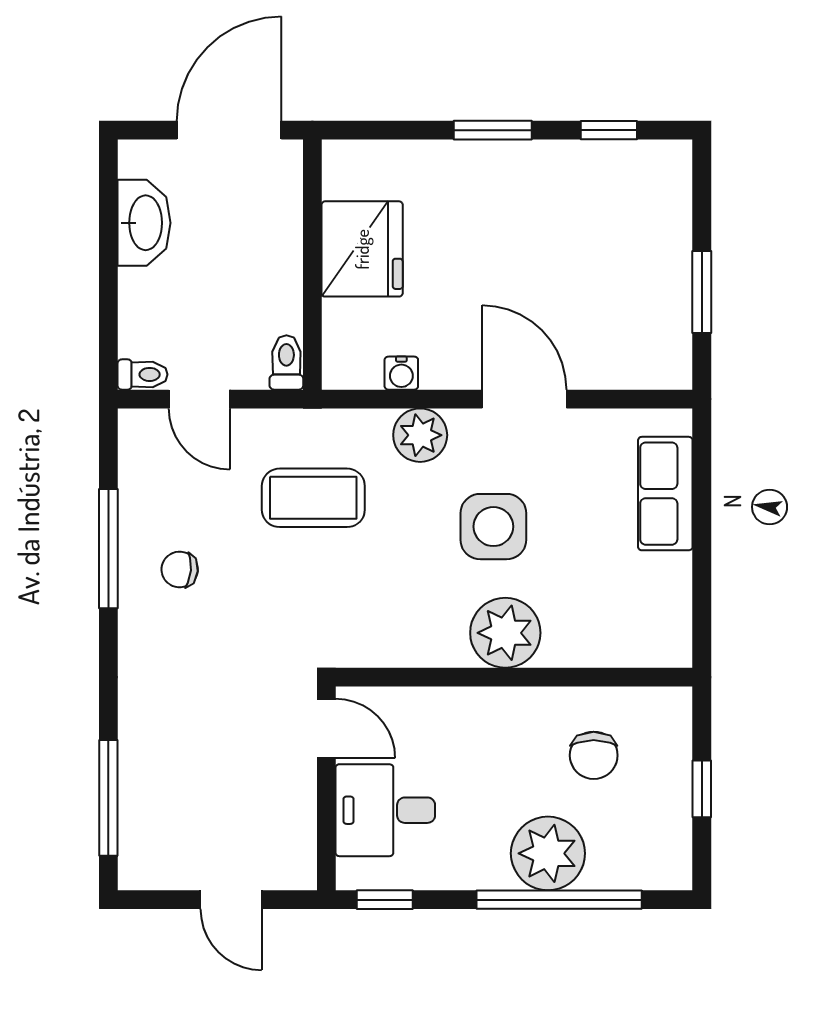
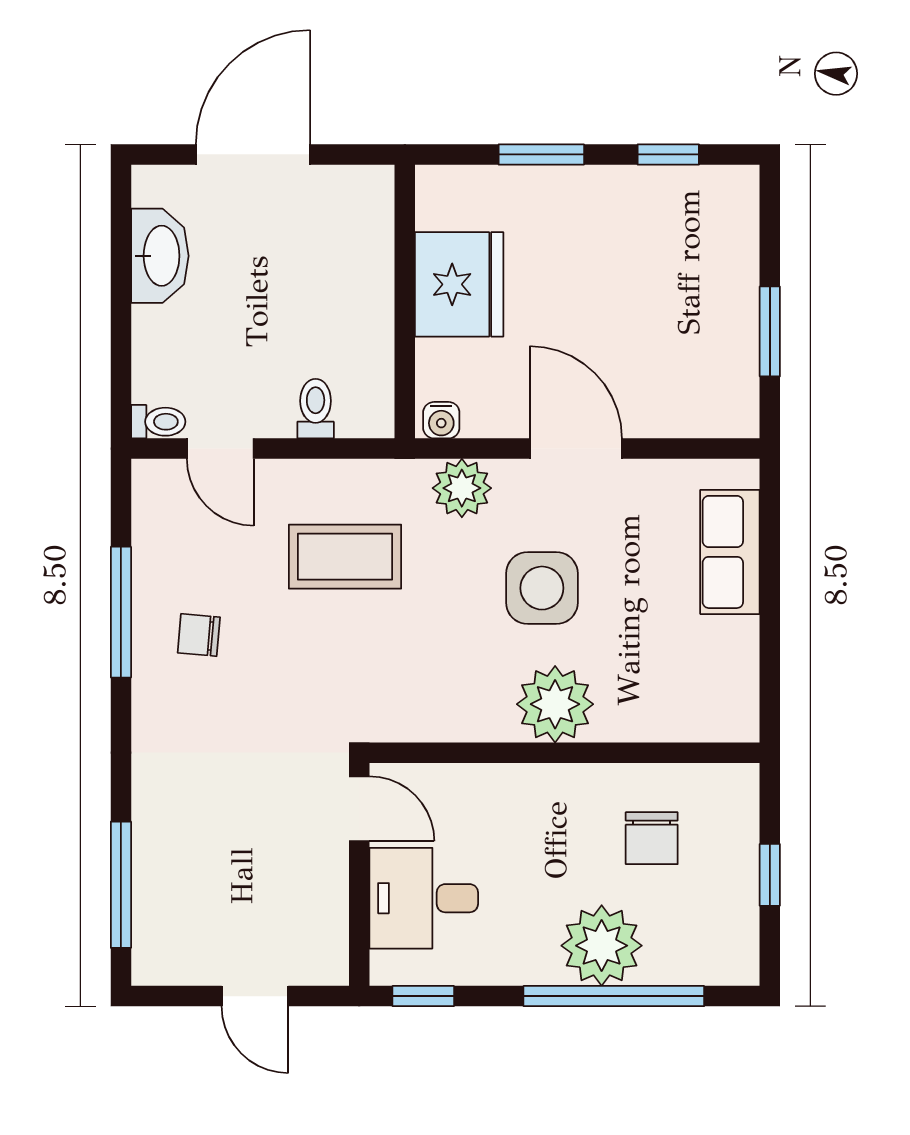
fridge: (362, 249) -> (459, 284), moved
wall: (312, 265) -> (405, 302), moved

